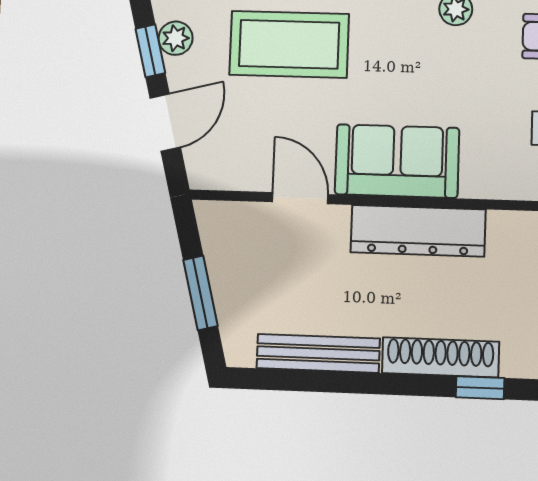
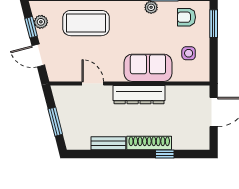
door: (165, 122) -> (38, 55), swing flipped
sofa: (397, 161) -> (148, 68), moved
bench: (318, 353) -> (108, 143), width x0.73

